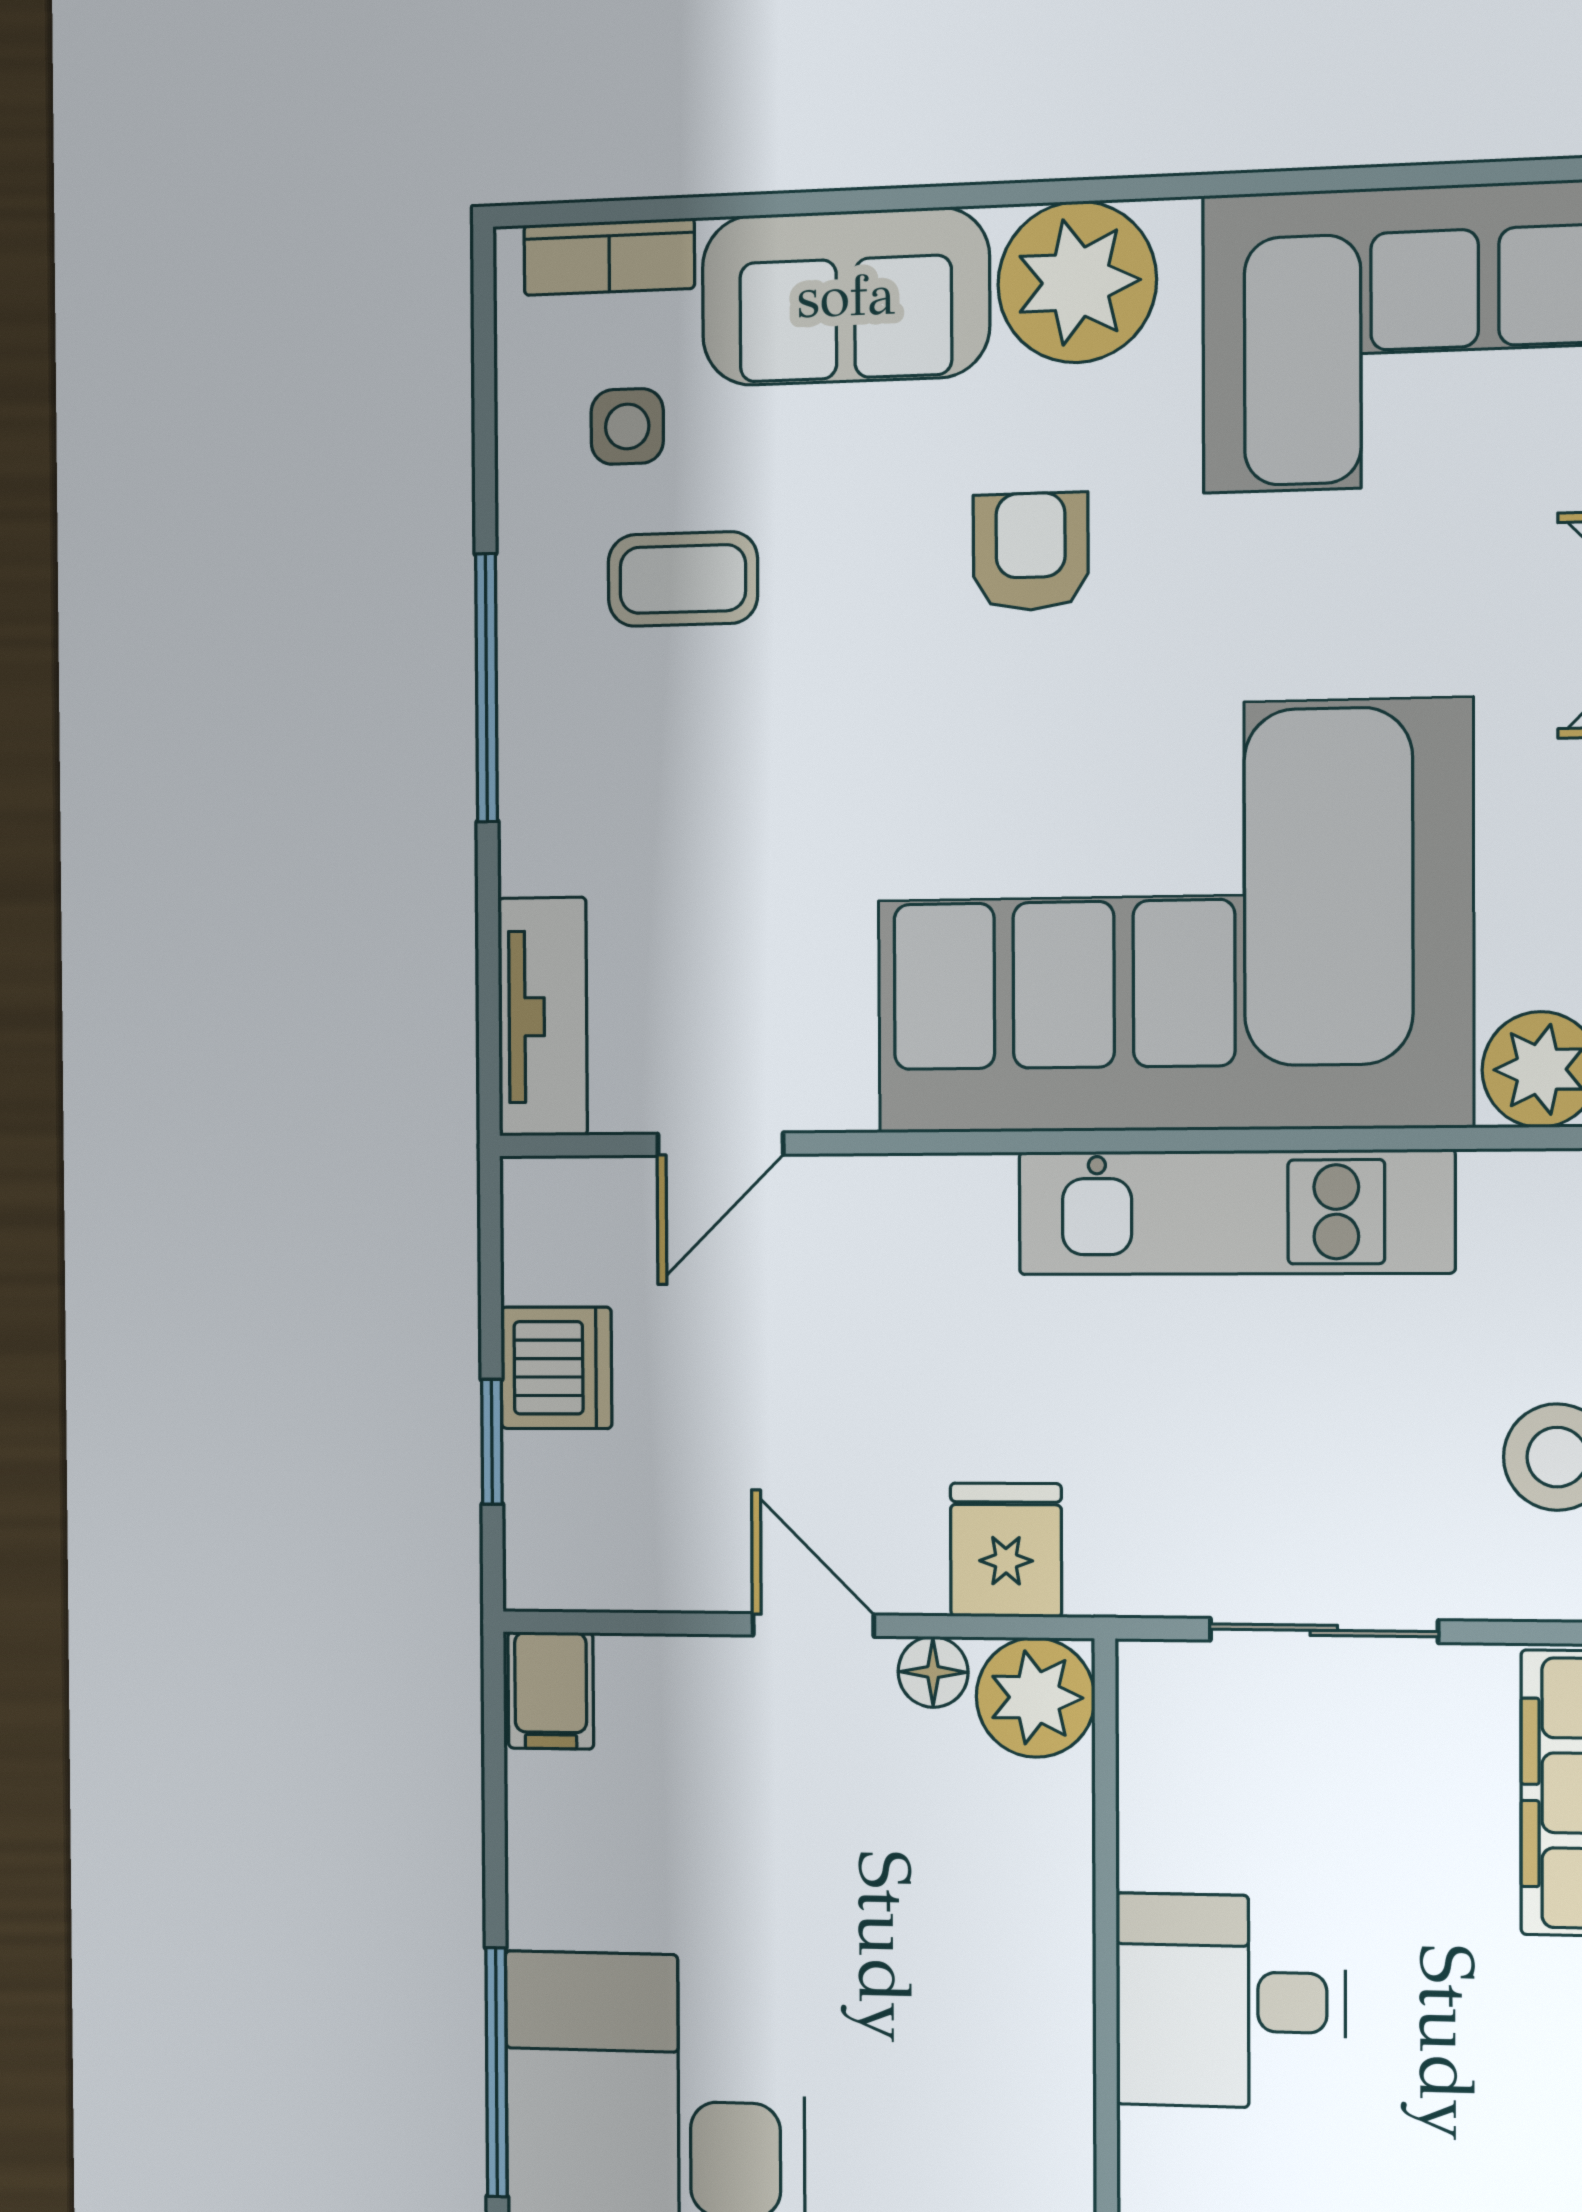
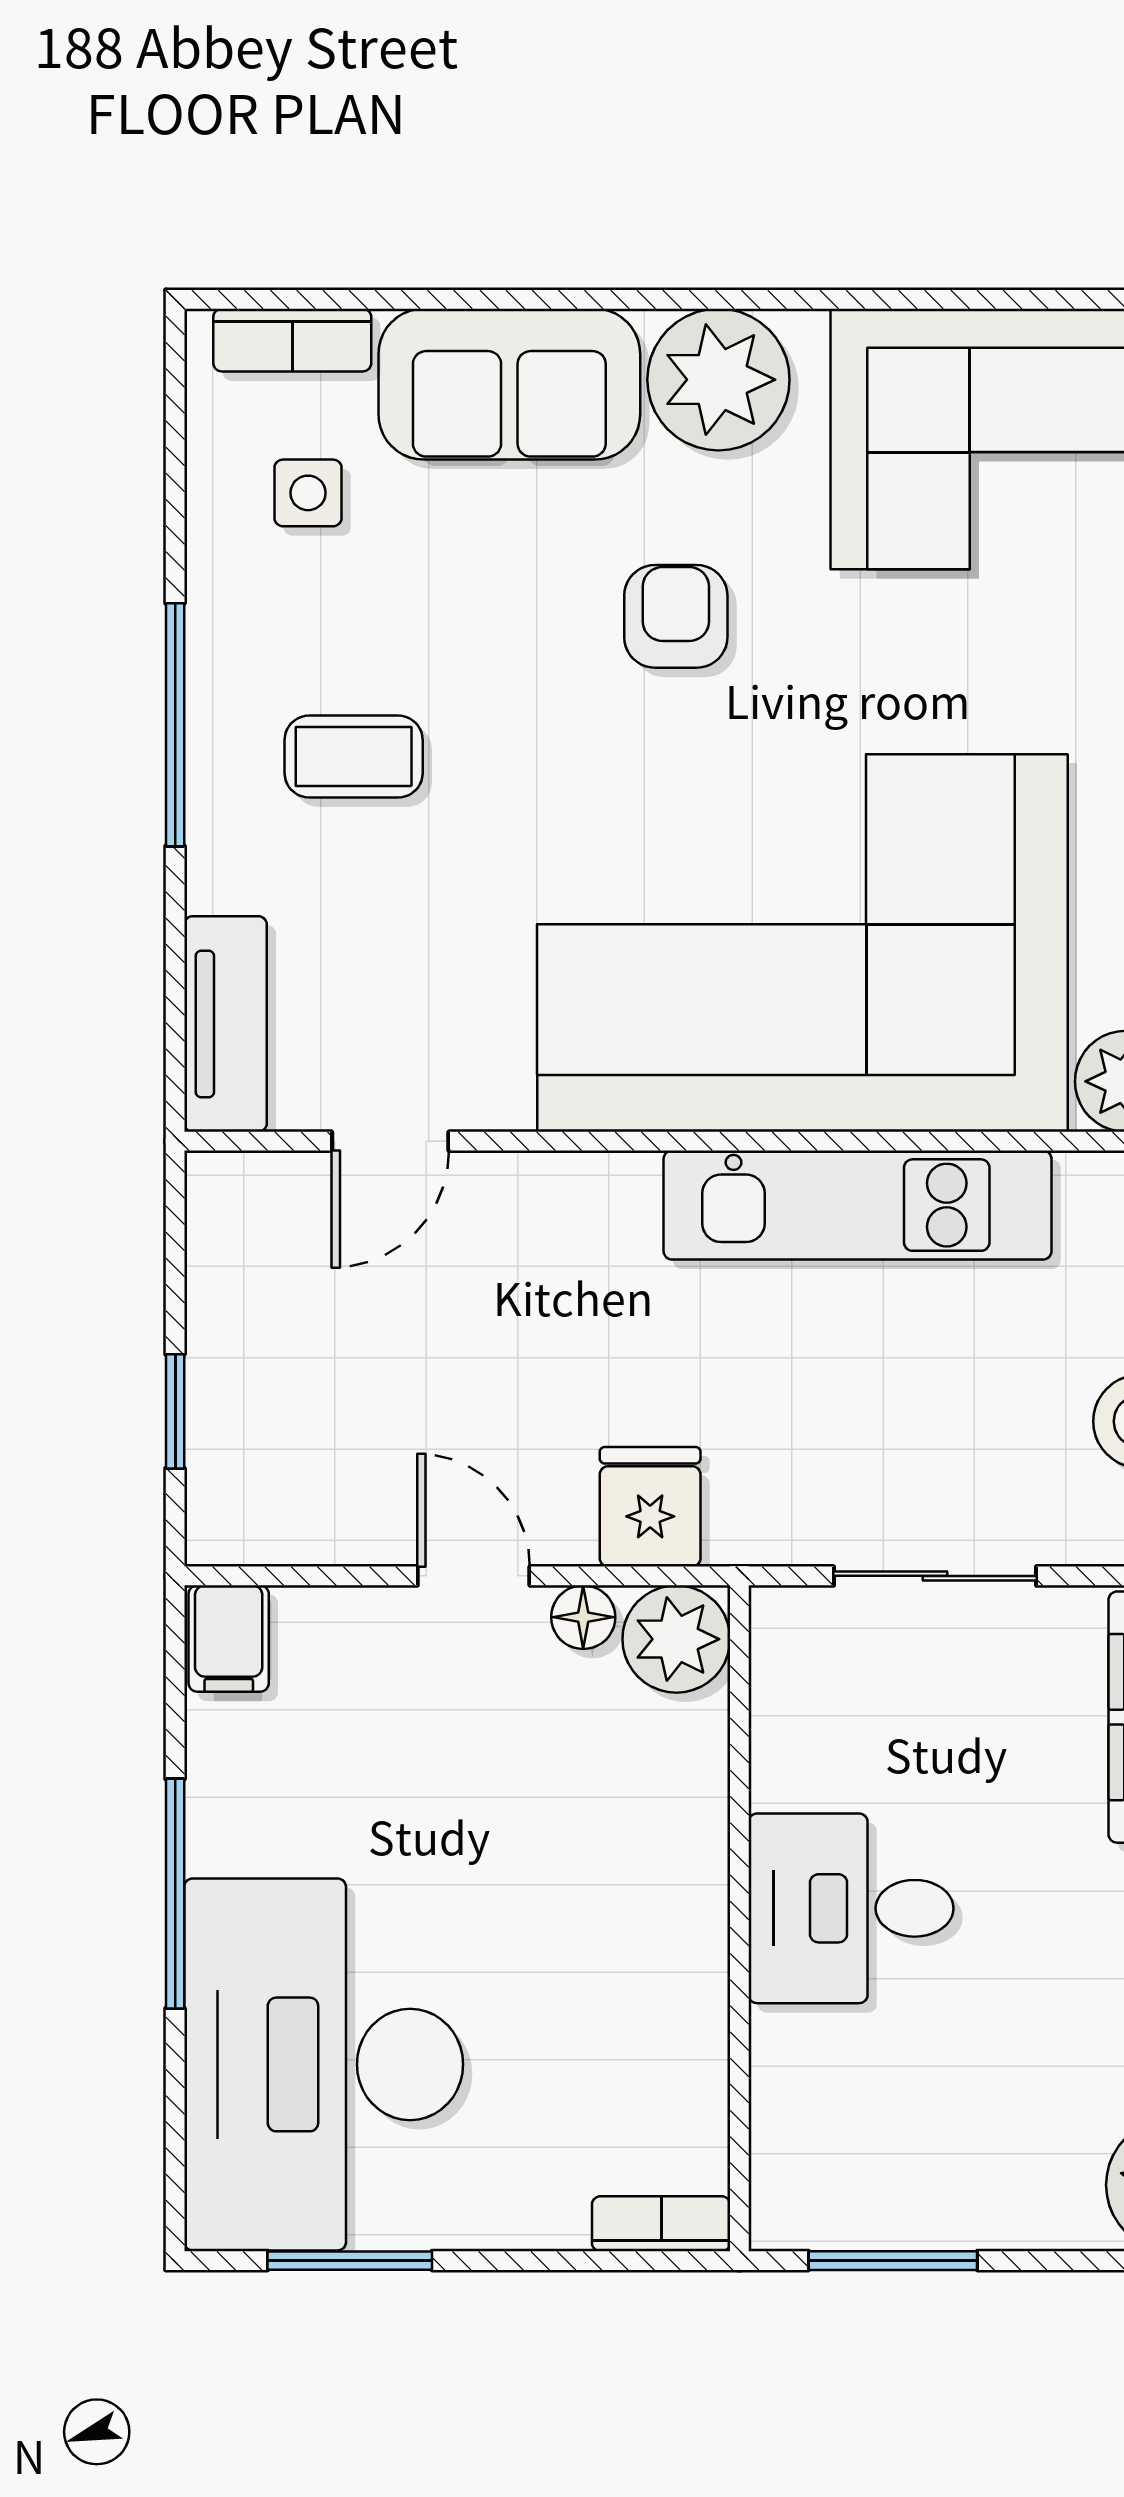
coffee table: (683, 579) -> (354, 757), moved
dishwasher: (556, 1368) -> (236, 1344), removed
window: (497, 2072) -> (175, 1894), moved

